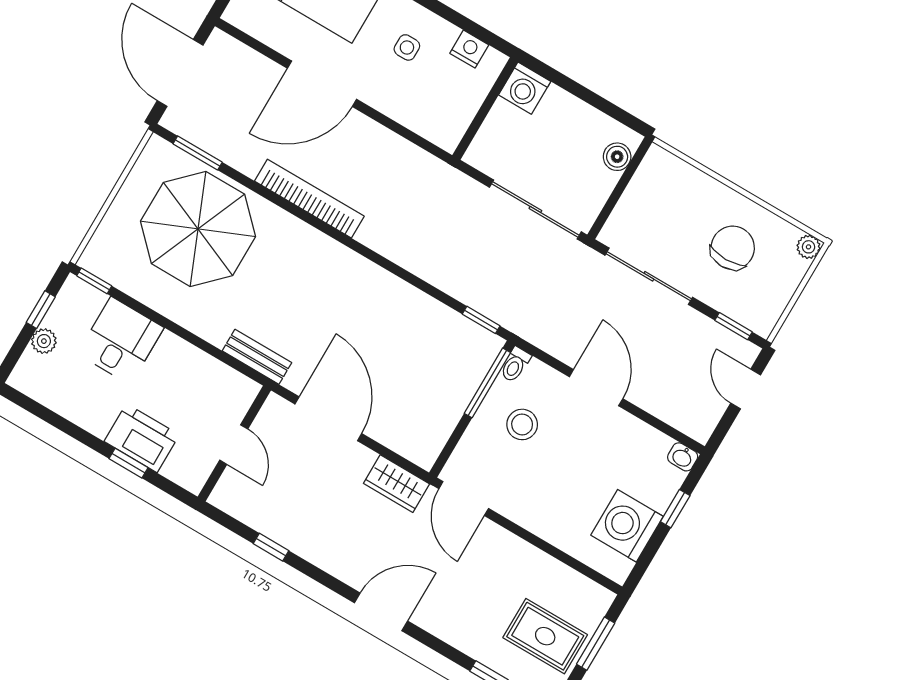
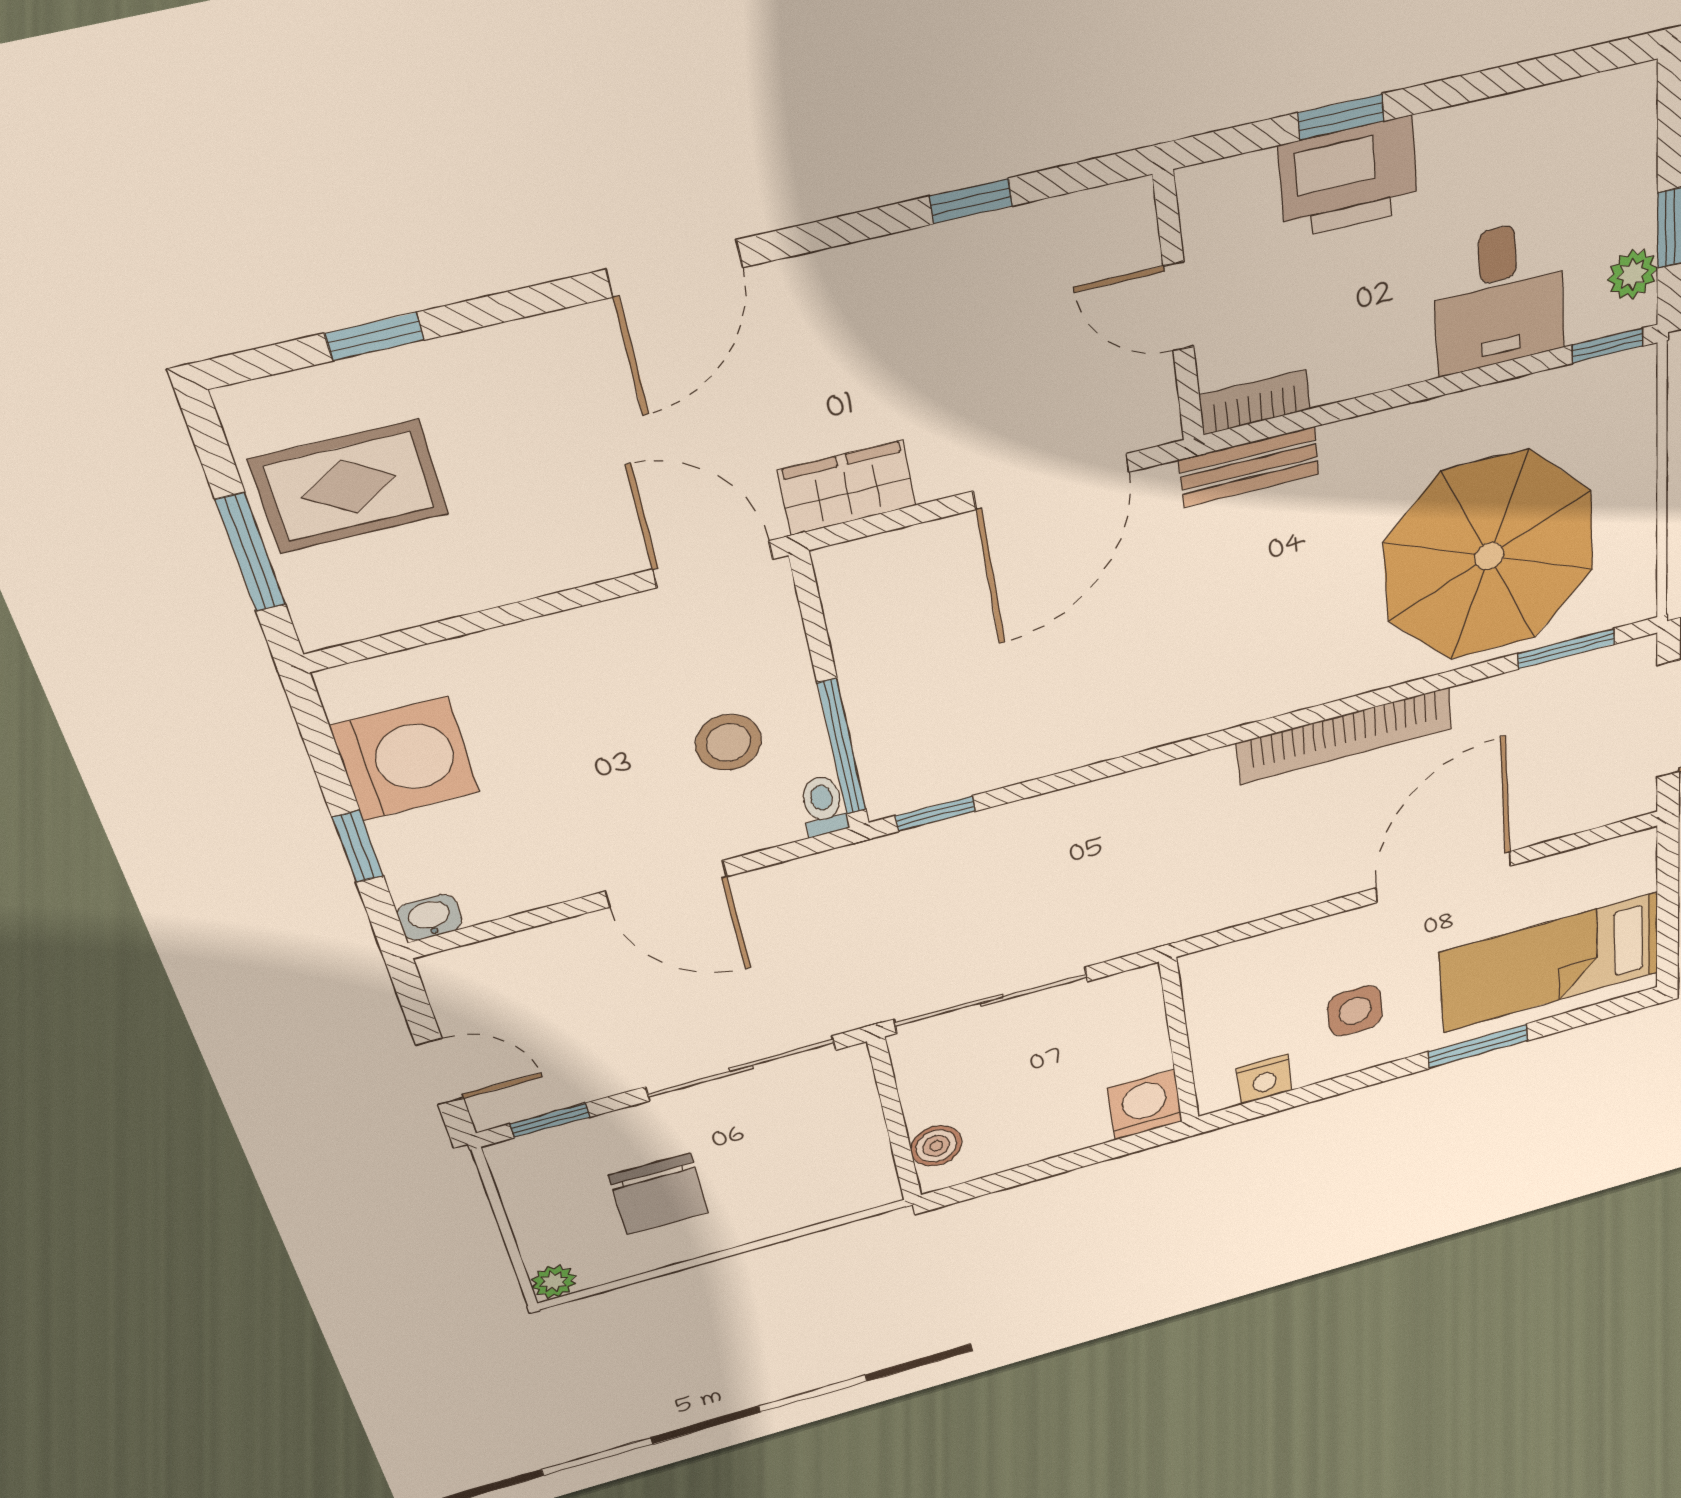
side table: (407, 47) -> (1355, 1011), width x1.37, depth x1.37
plant: (44, 341) -> (1632, 274), moved
bookcase: (236, 381) -> (1255, 402), added
door: (328, 419) -> (1051, 482), hinge flipped

